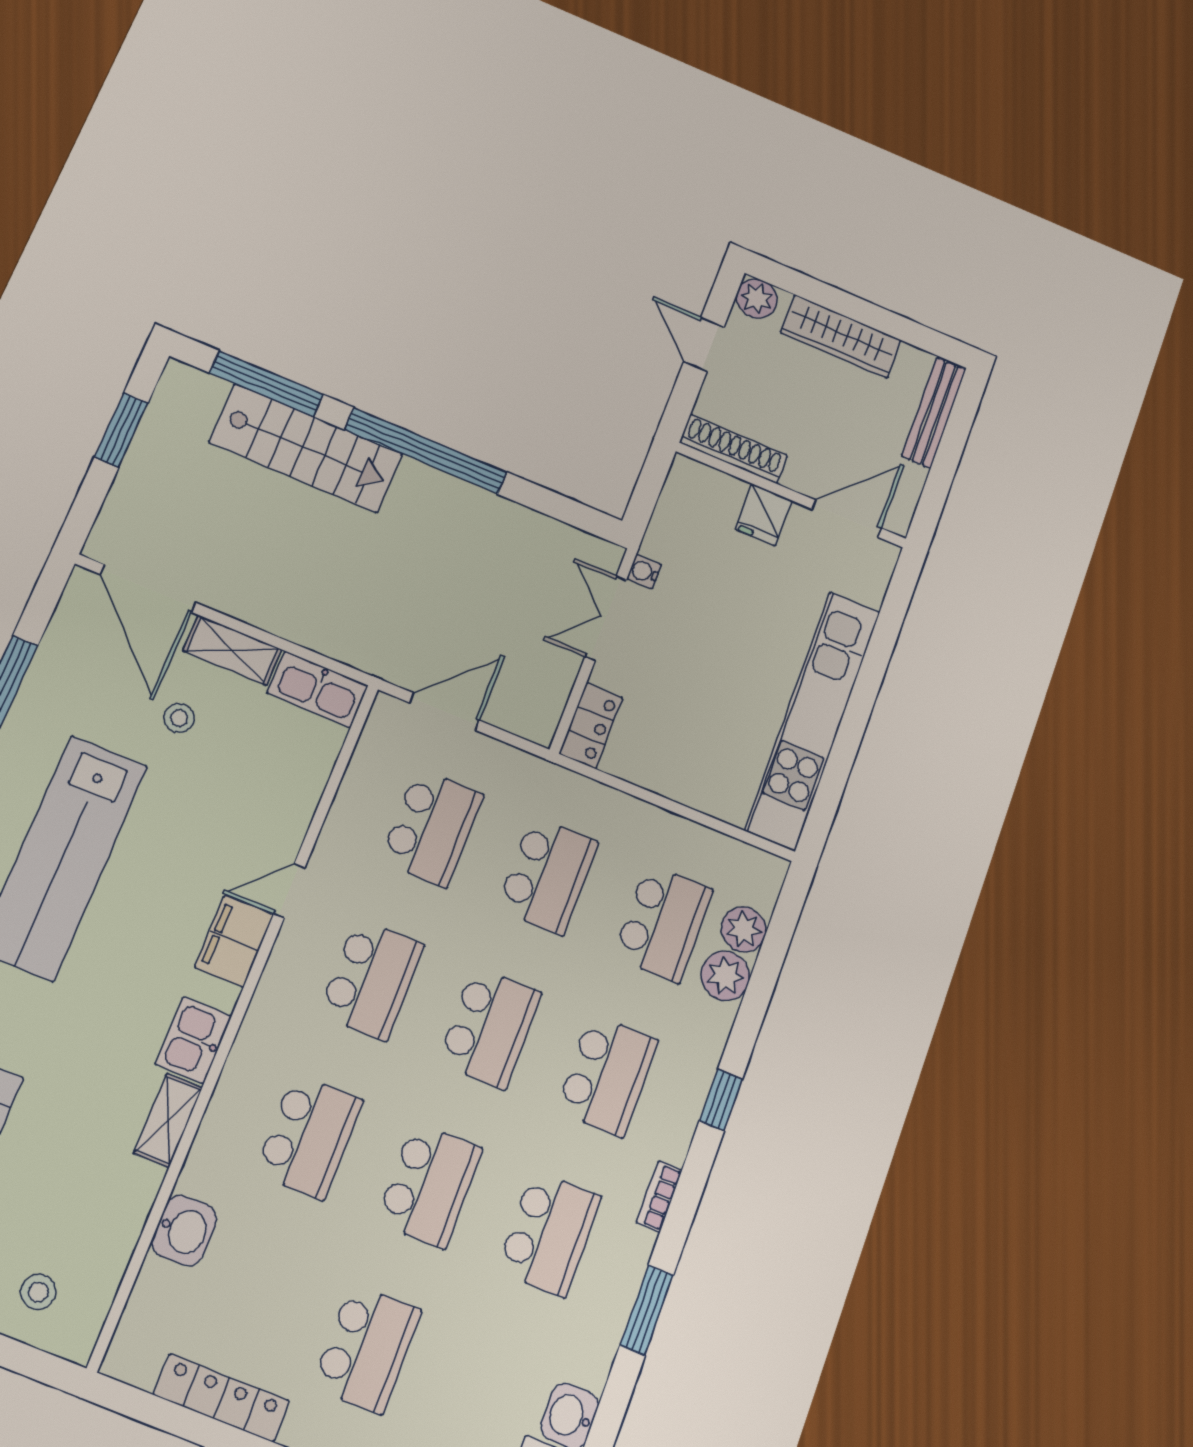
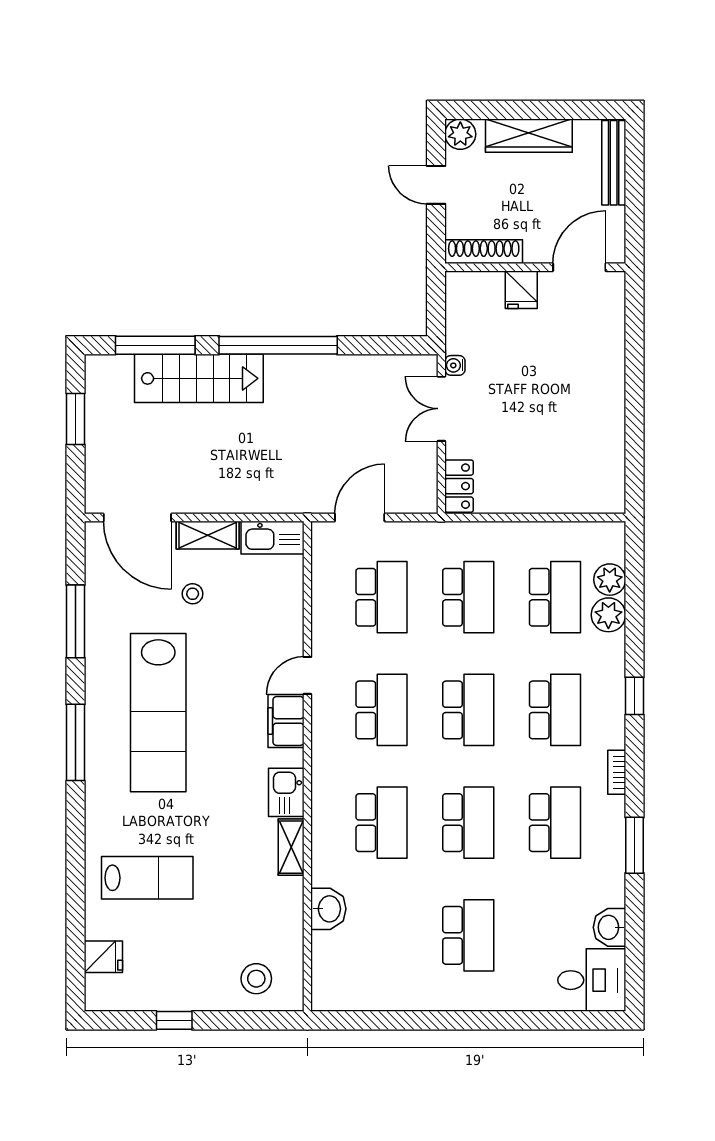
kitchen unit: (813, 720) -> (606, 419), removed
stool: (38, 1292) -> (256, 979), width x1.37, depth x1.37
locker: (222, 1398) -> (392, 998), removed

